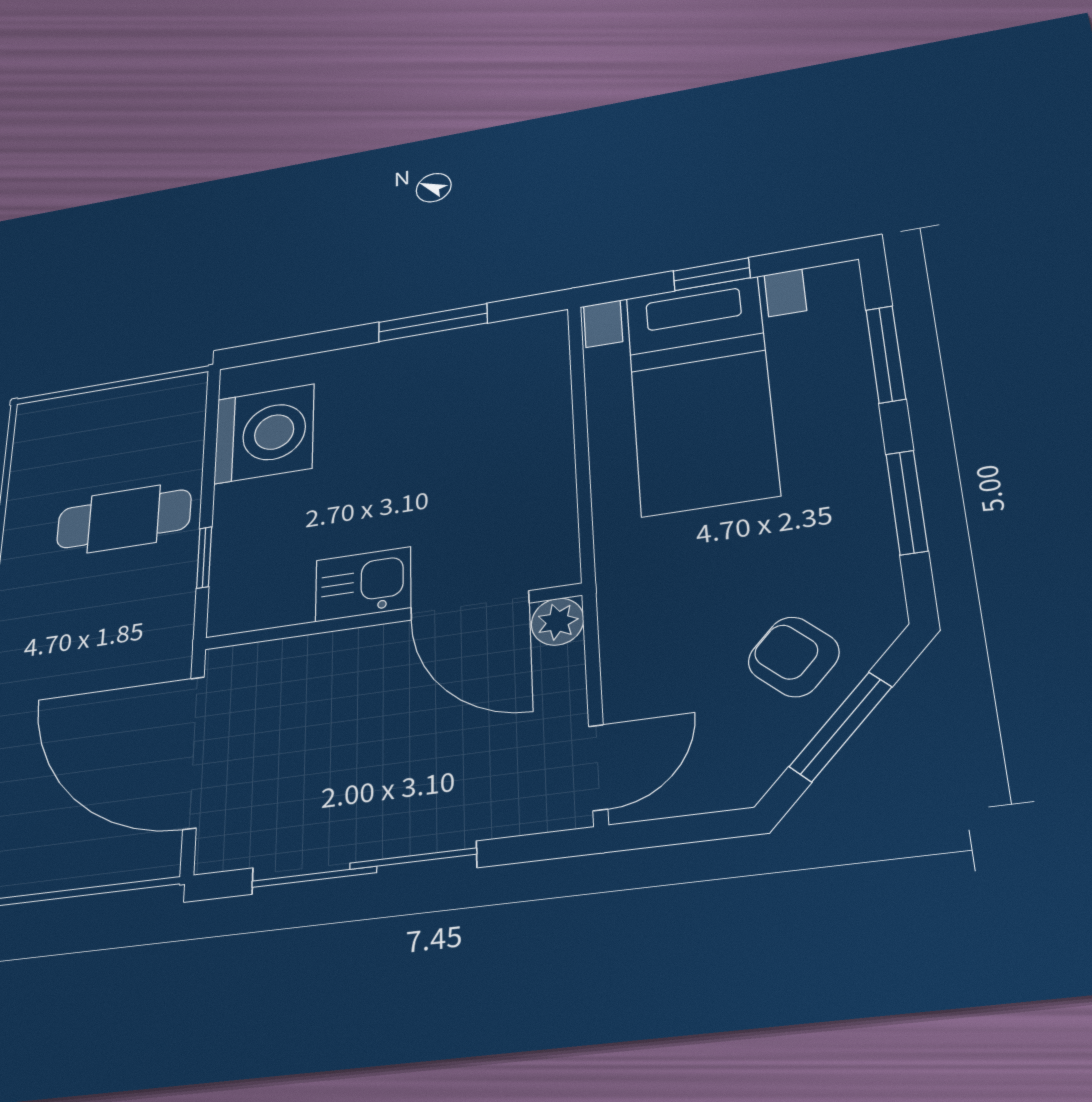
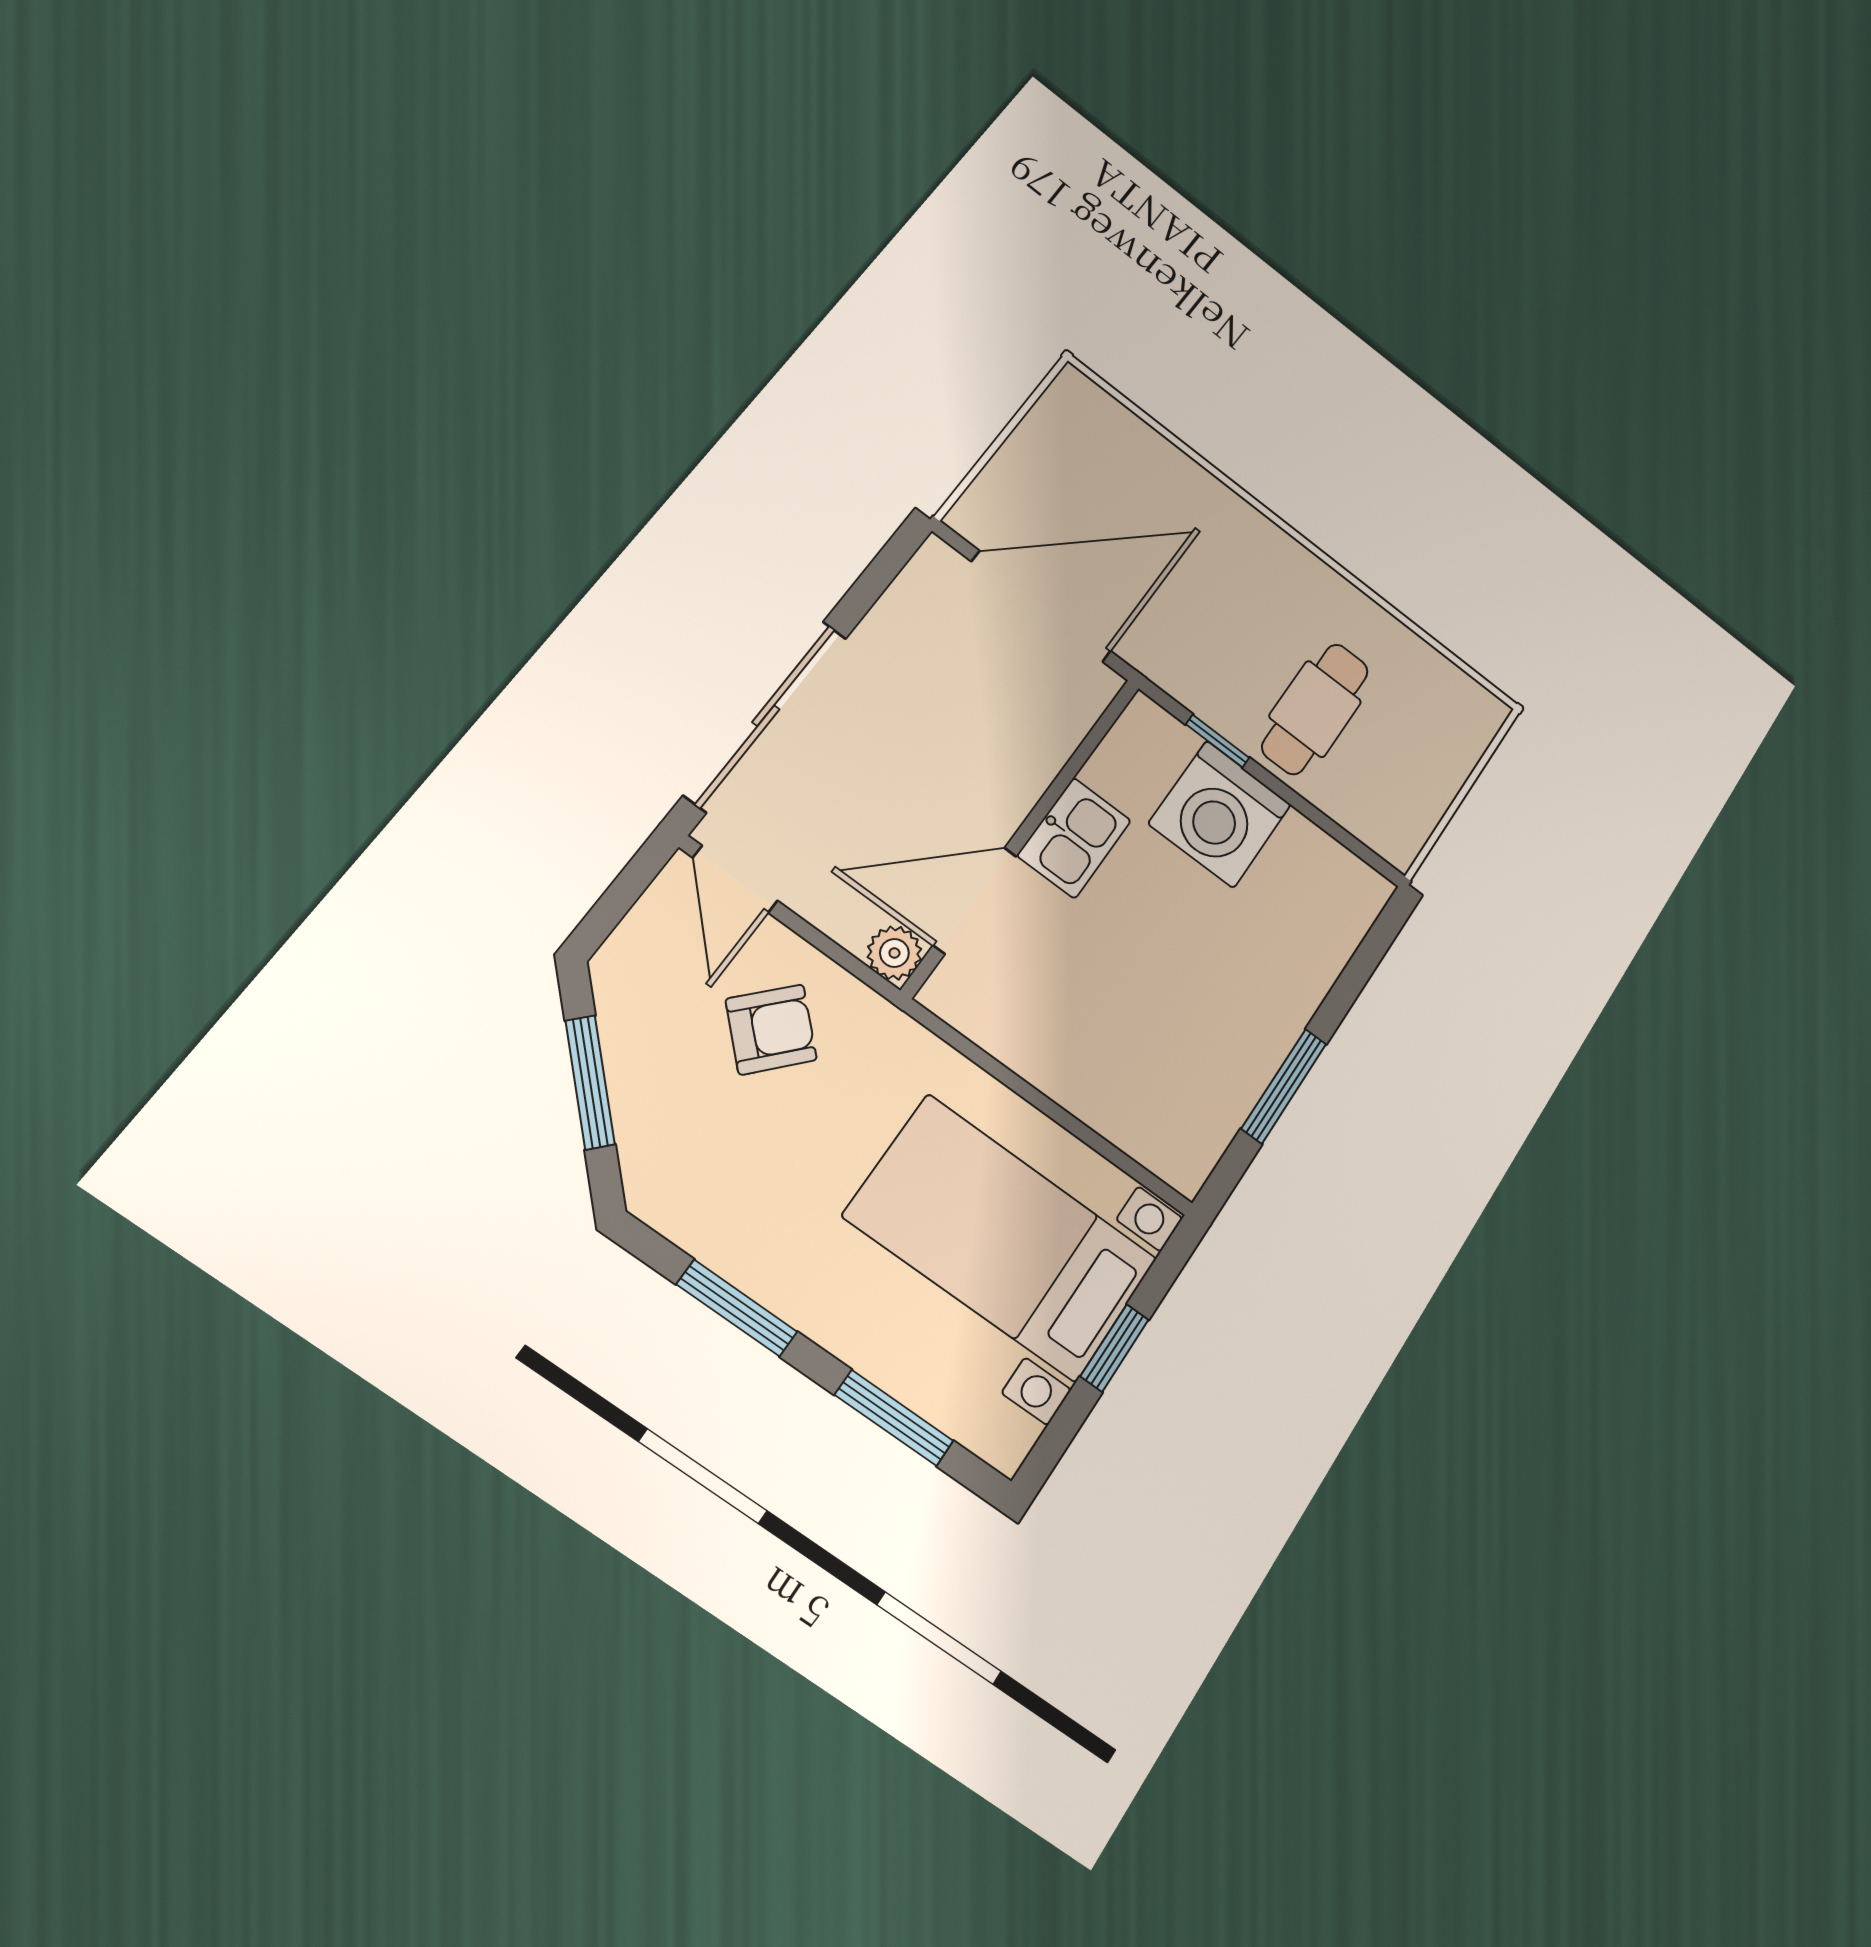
washing machine: (264, 434) -> (1220, 814), moved
armchair: (794, 657) -> (771, 1029), moved
sliding door: (363, 868) -> (766, 716), moved

